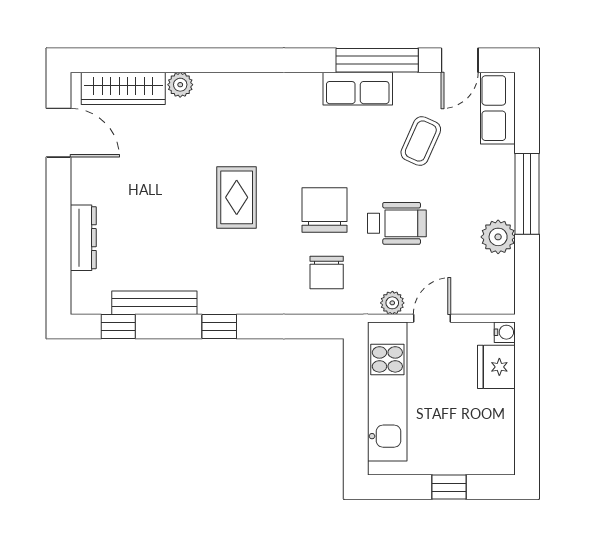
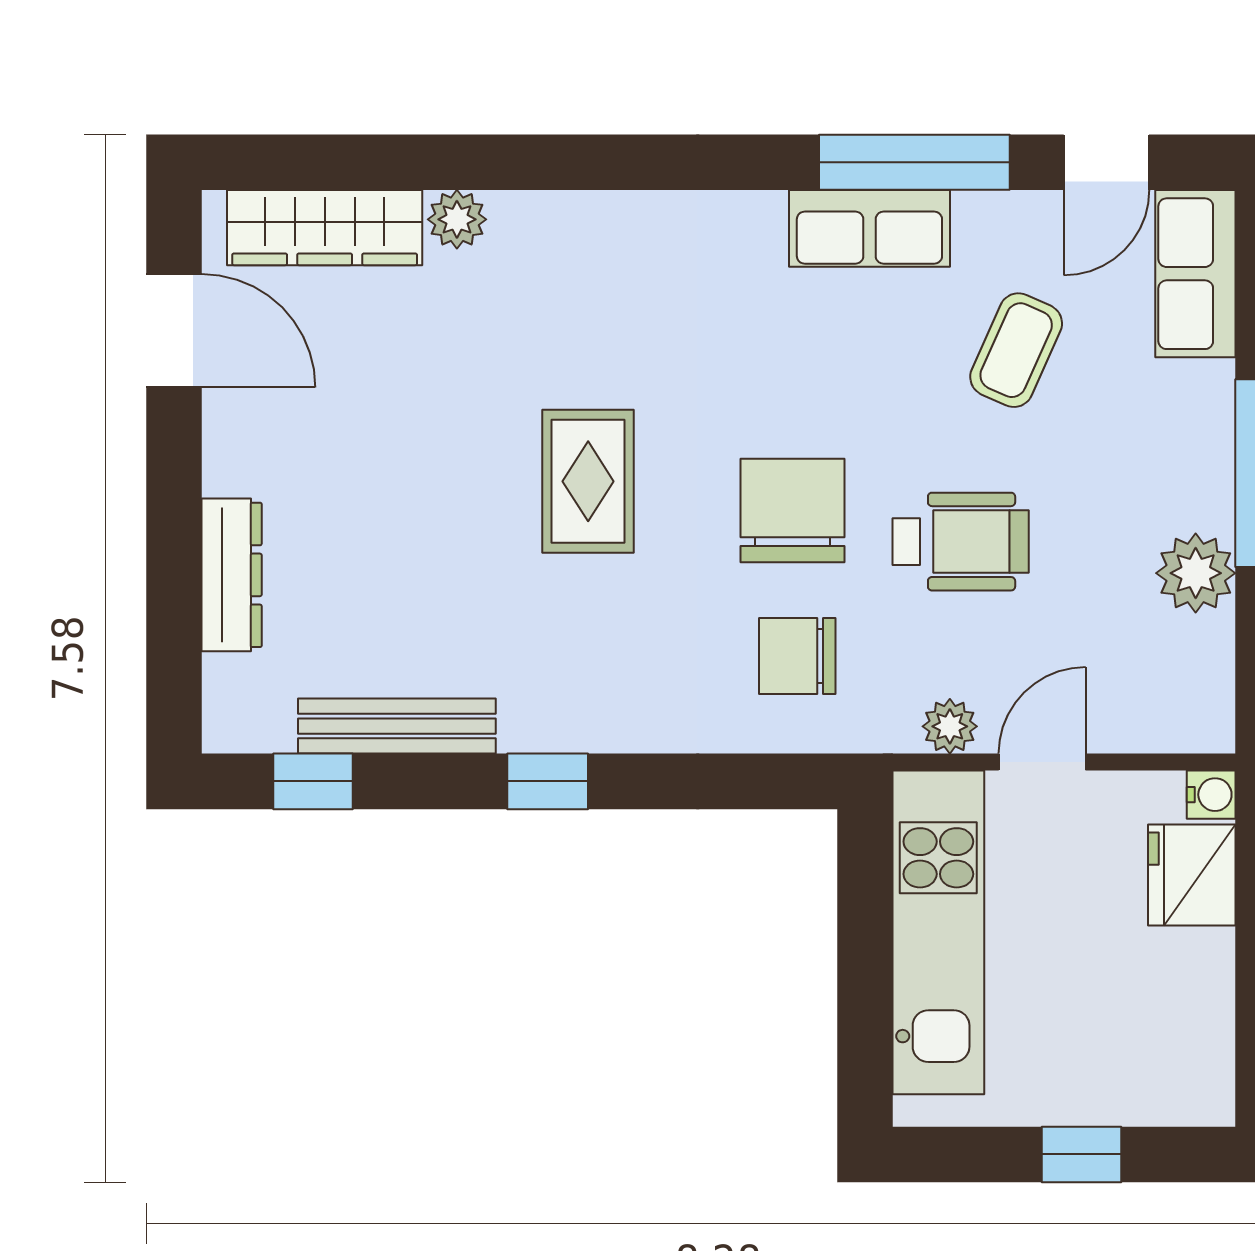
chair: (327, 273) -> (797, 656), turned 90

